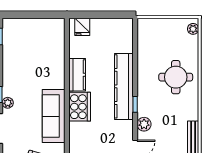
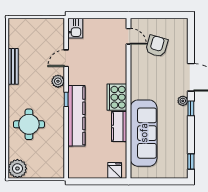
plant: (193, 29) -> (17, 168), width x1.87, depth x1.87
sofa: (54, 116) -> (144, 133), moved, width x1.36, depth x1.27

